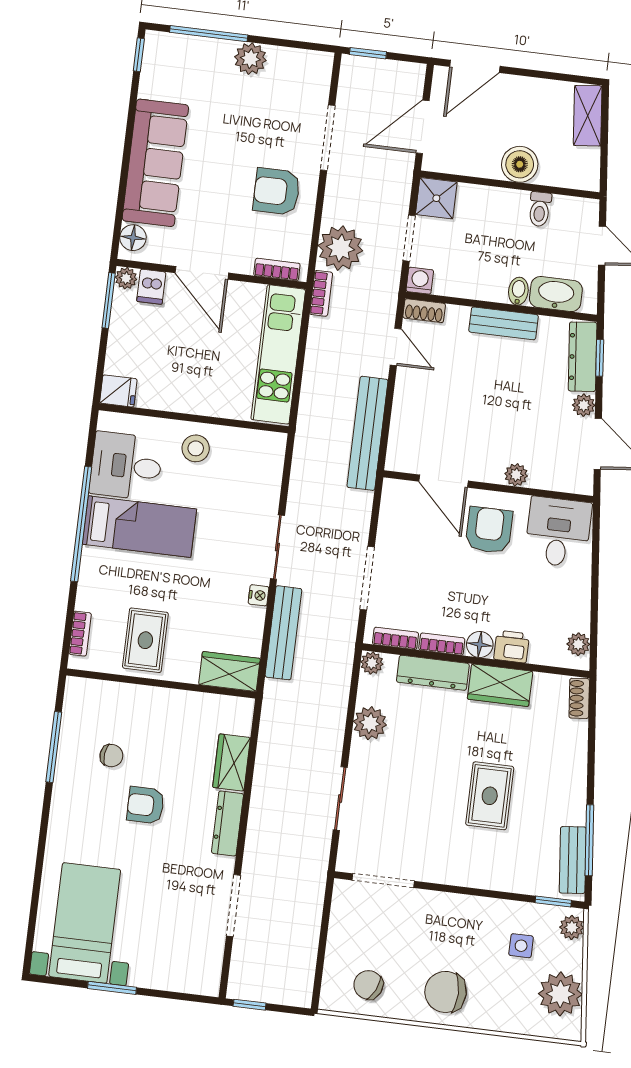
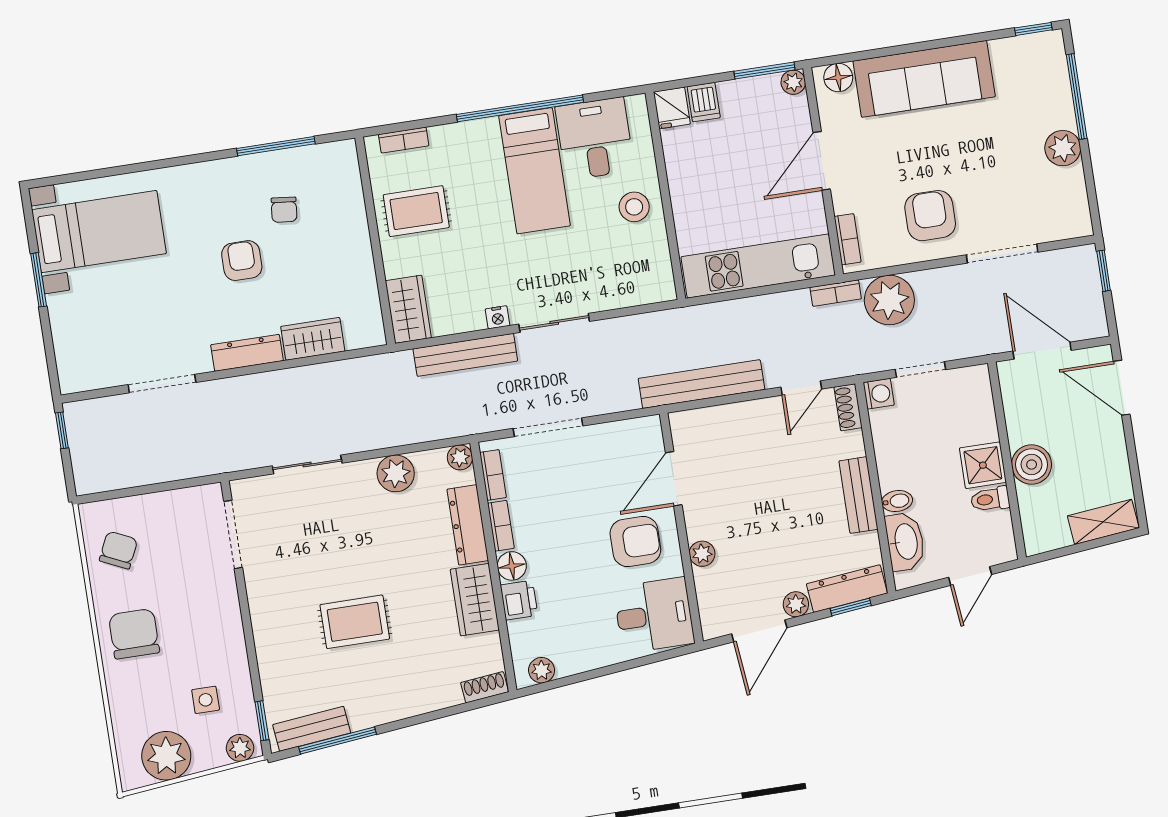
shower: (436, 198) -> (983, 465), moved
dishwasher: (151, 287) -> (704, 102), moved, turned -90

